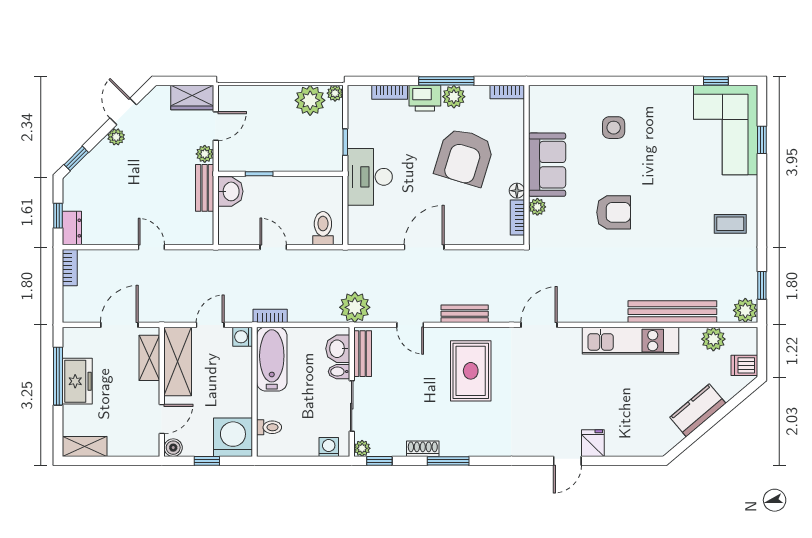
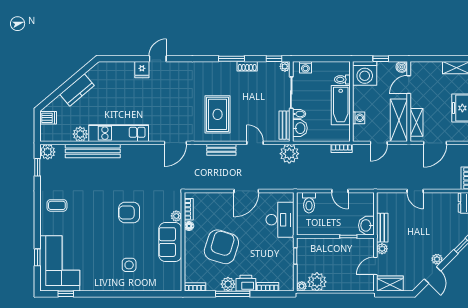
desk: (370, 177) -> (280, 220), moved
washing machine: (243, 337) -> (359, 118), moved
plant: (713, 339) -> (80, 134), moved
bathtub: (272, 359) -> (341, 105), moved

